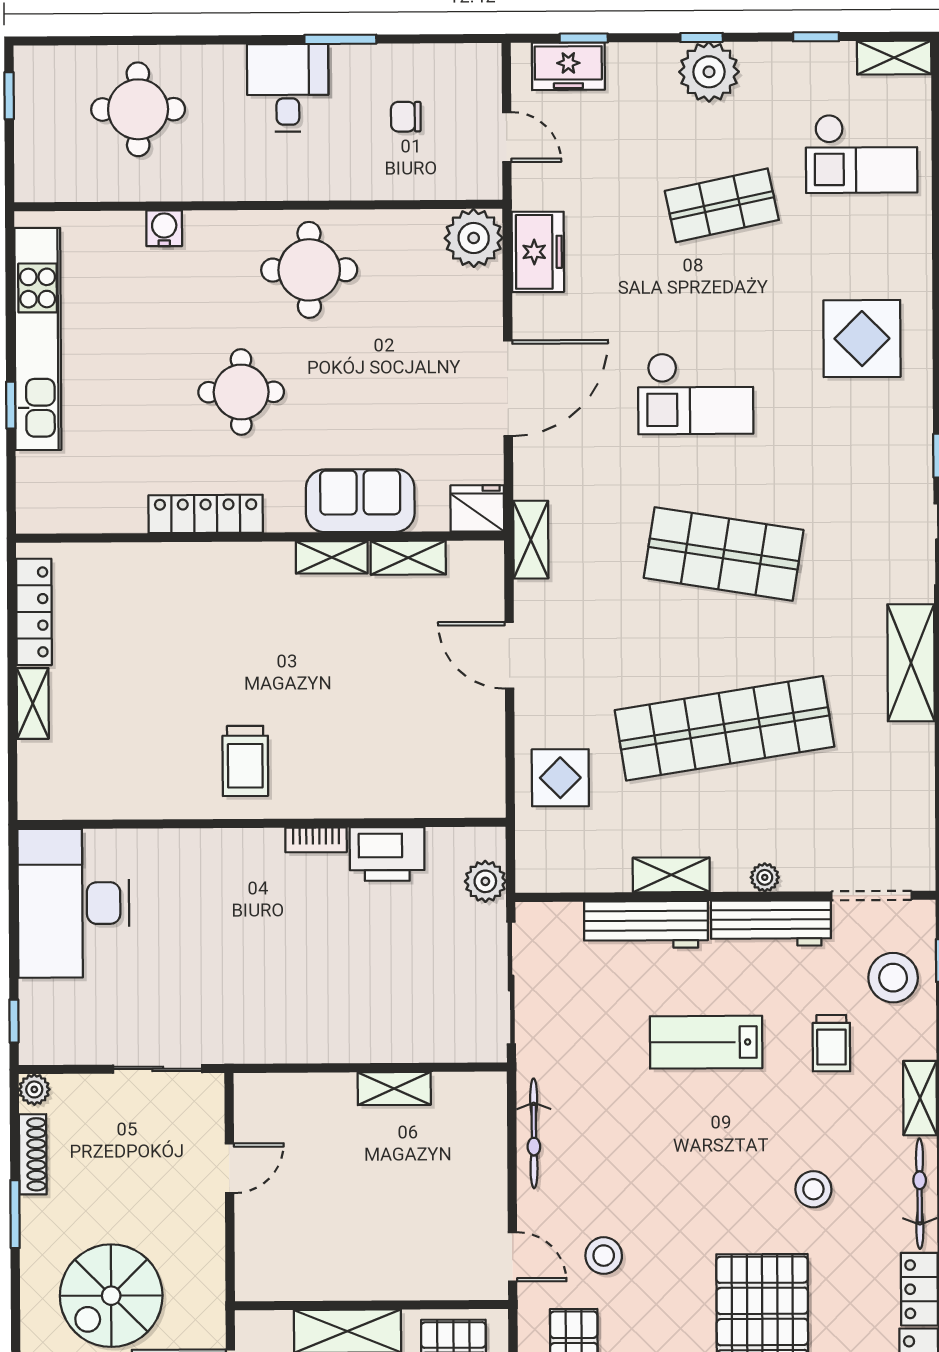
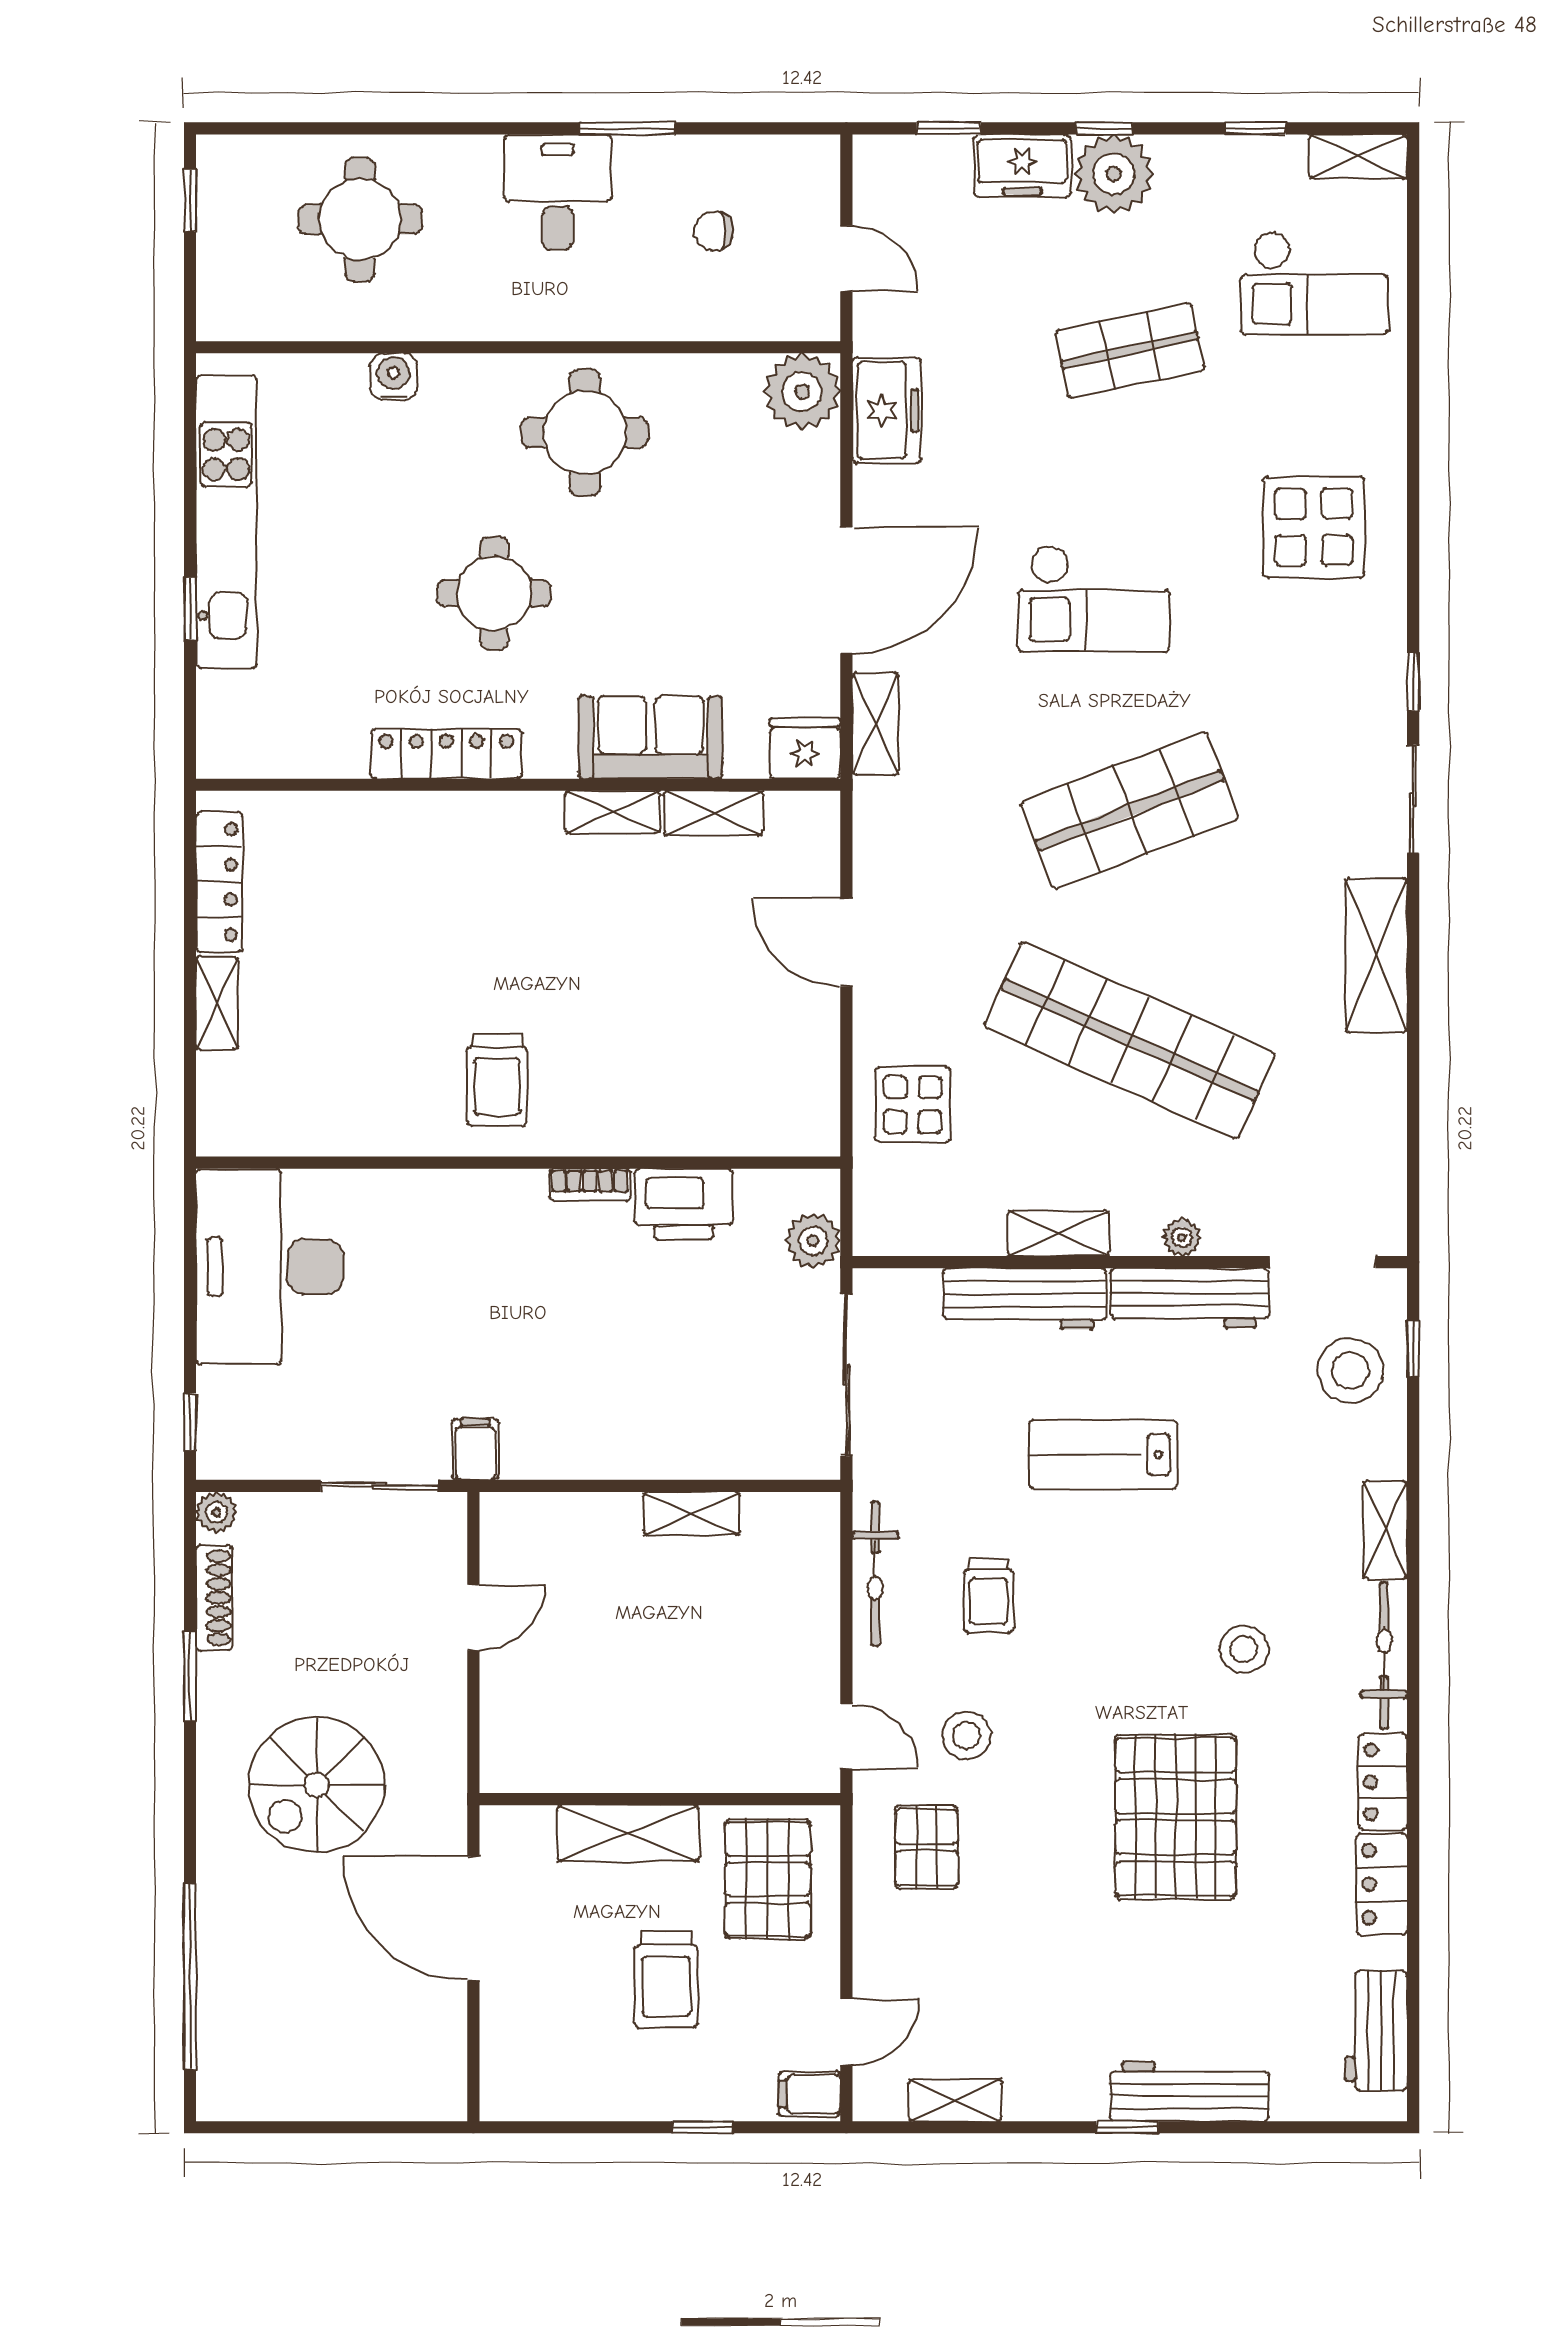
freezer: (568, 66) -> (1022, 166), moved
shelving: (531, 540) -> (875, 724), moved
shop shelf: (724, 554) -> (1130, 810), turned -30
shop shelf: (725, 728) -> (1130, 1040), turned 33
filing cabinet: (230, 1041) -> (475, 1449), added
trolley: (831, 1043) -> (989, 1596), moved

